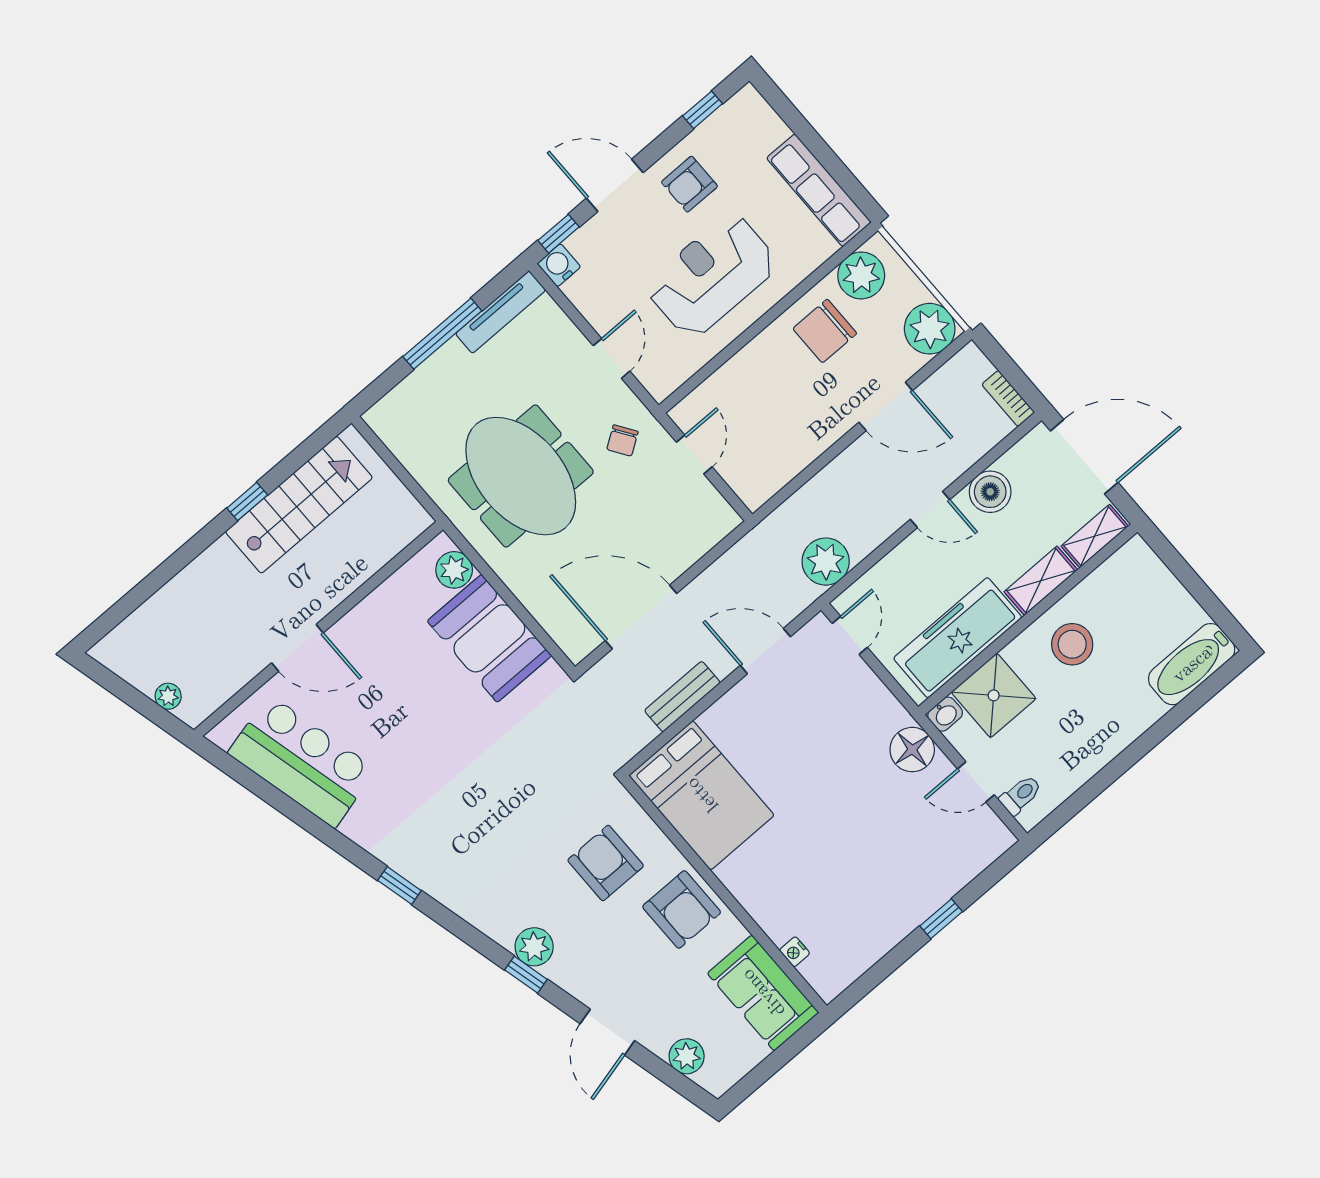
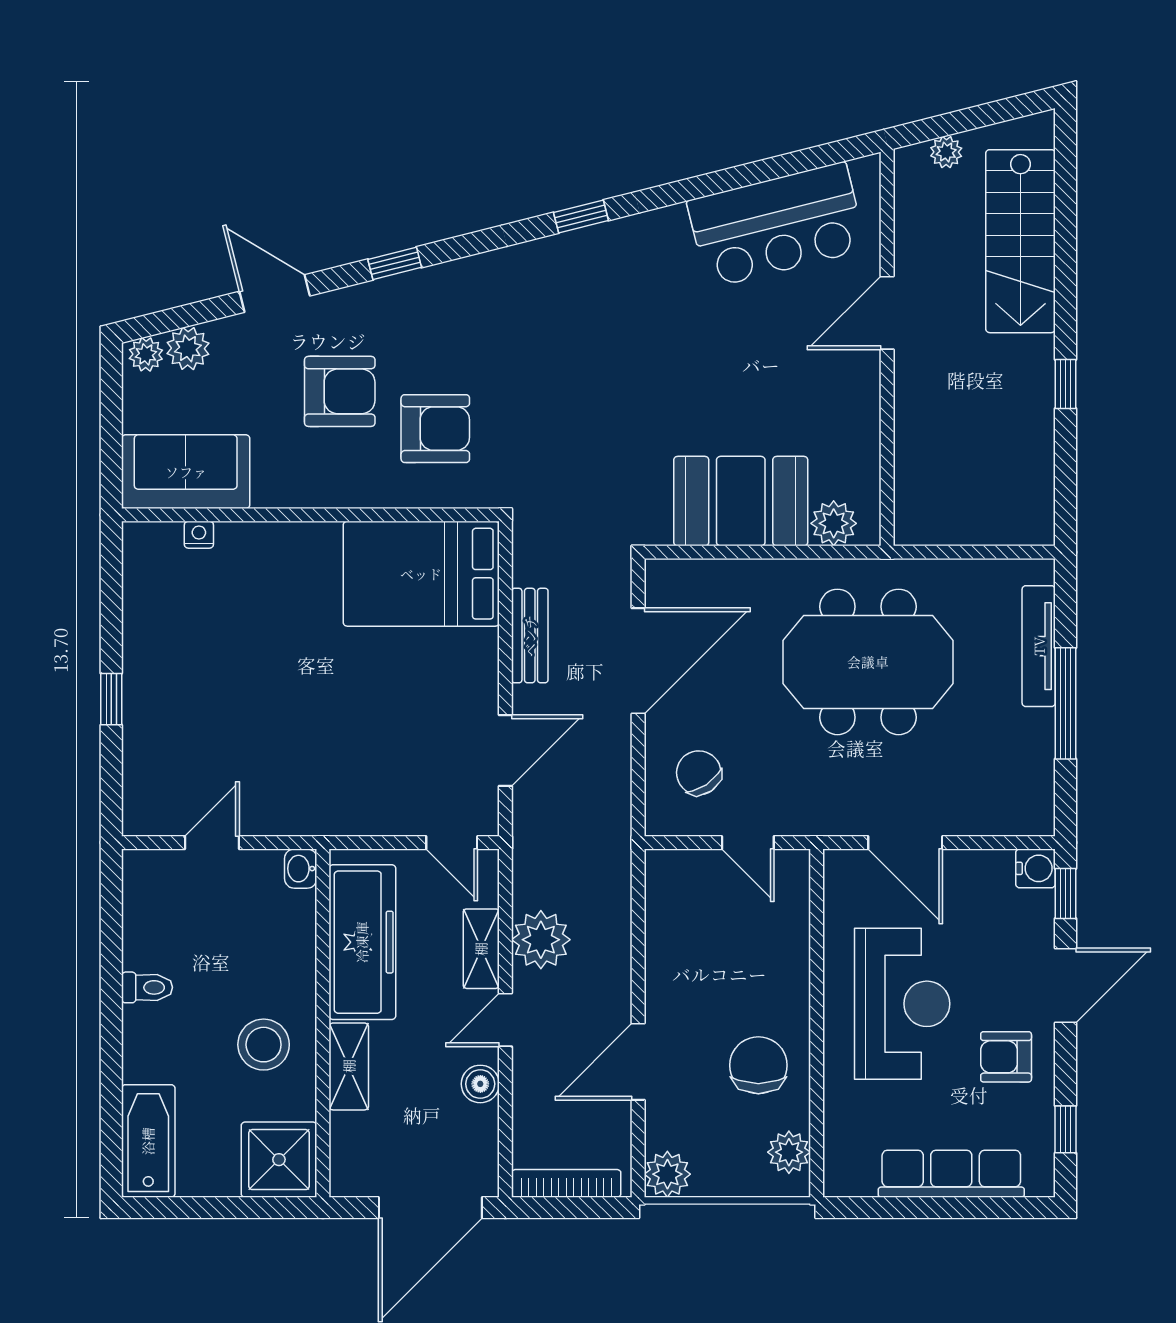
armchair: (689, 184) -> (1006, 1057), turned -90
row of seats: (819, 190) -> (951, 1174), moved
plant: (861, 275) -> (789, 1152), width x0.73, depth x0.73
tv unit: (501, 312) -> (1039, 646), moved
plant: (930, 329) -> (667, 1174), width x0.73, depth x0.73
door: (612, 358) -> (905, 843), width x1.38
bookcase: (1008, 398) -> (566, 1183), width x1.56
chair: (622, 440) -> (699, 773), moved, width x1.37, depth x1.37
boiler: (990, 492) -> (480, 1084), width x0.73, depth x0.73
stairs: (299, 505) -> (1020, 241), moved
shelving: (1095, 536) -> (481, 949), moved
plant: (826, 562) -> (541, 940), moved
shower: (994, 695) -> (279, 1160), moved
floor lamp: (912, 750) -> (294, 809), removed
toilet: (1021, 795) -> (147, 987), moved, turned -90
armchair: (682, 909) -> (340, 391), moved, turned 180
plant: (534, 947) -> (146, 354), moved, width x0.73, depth x0.73

